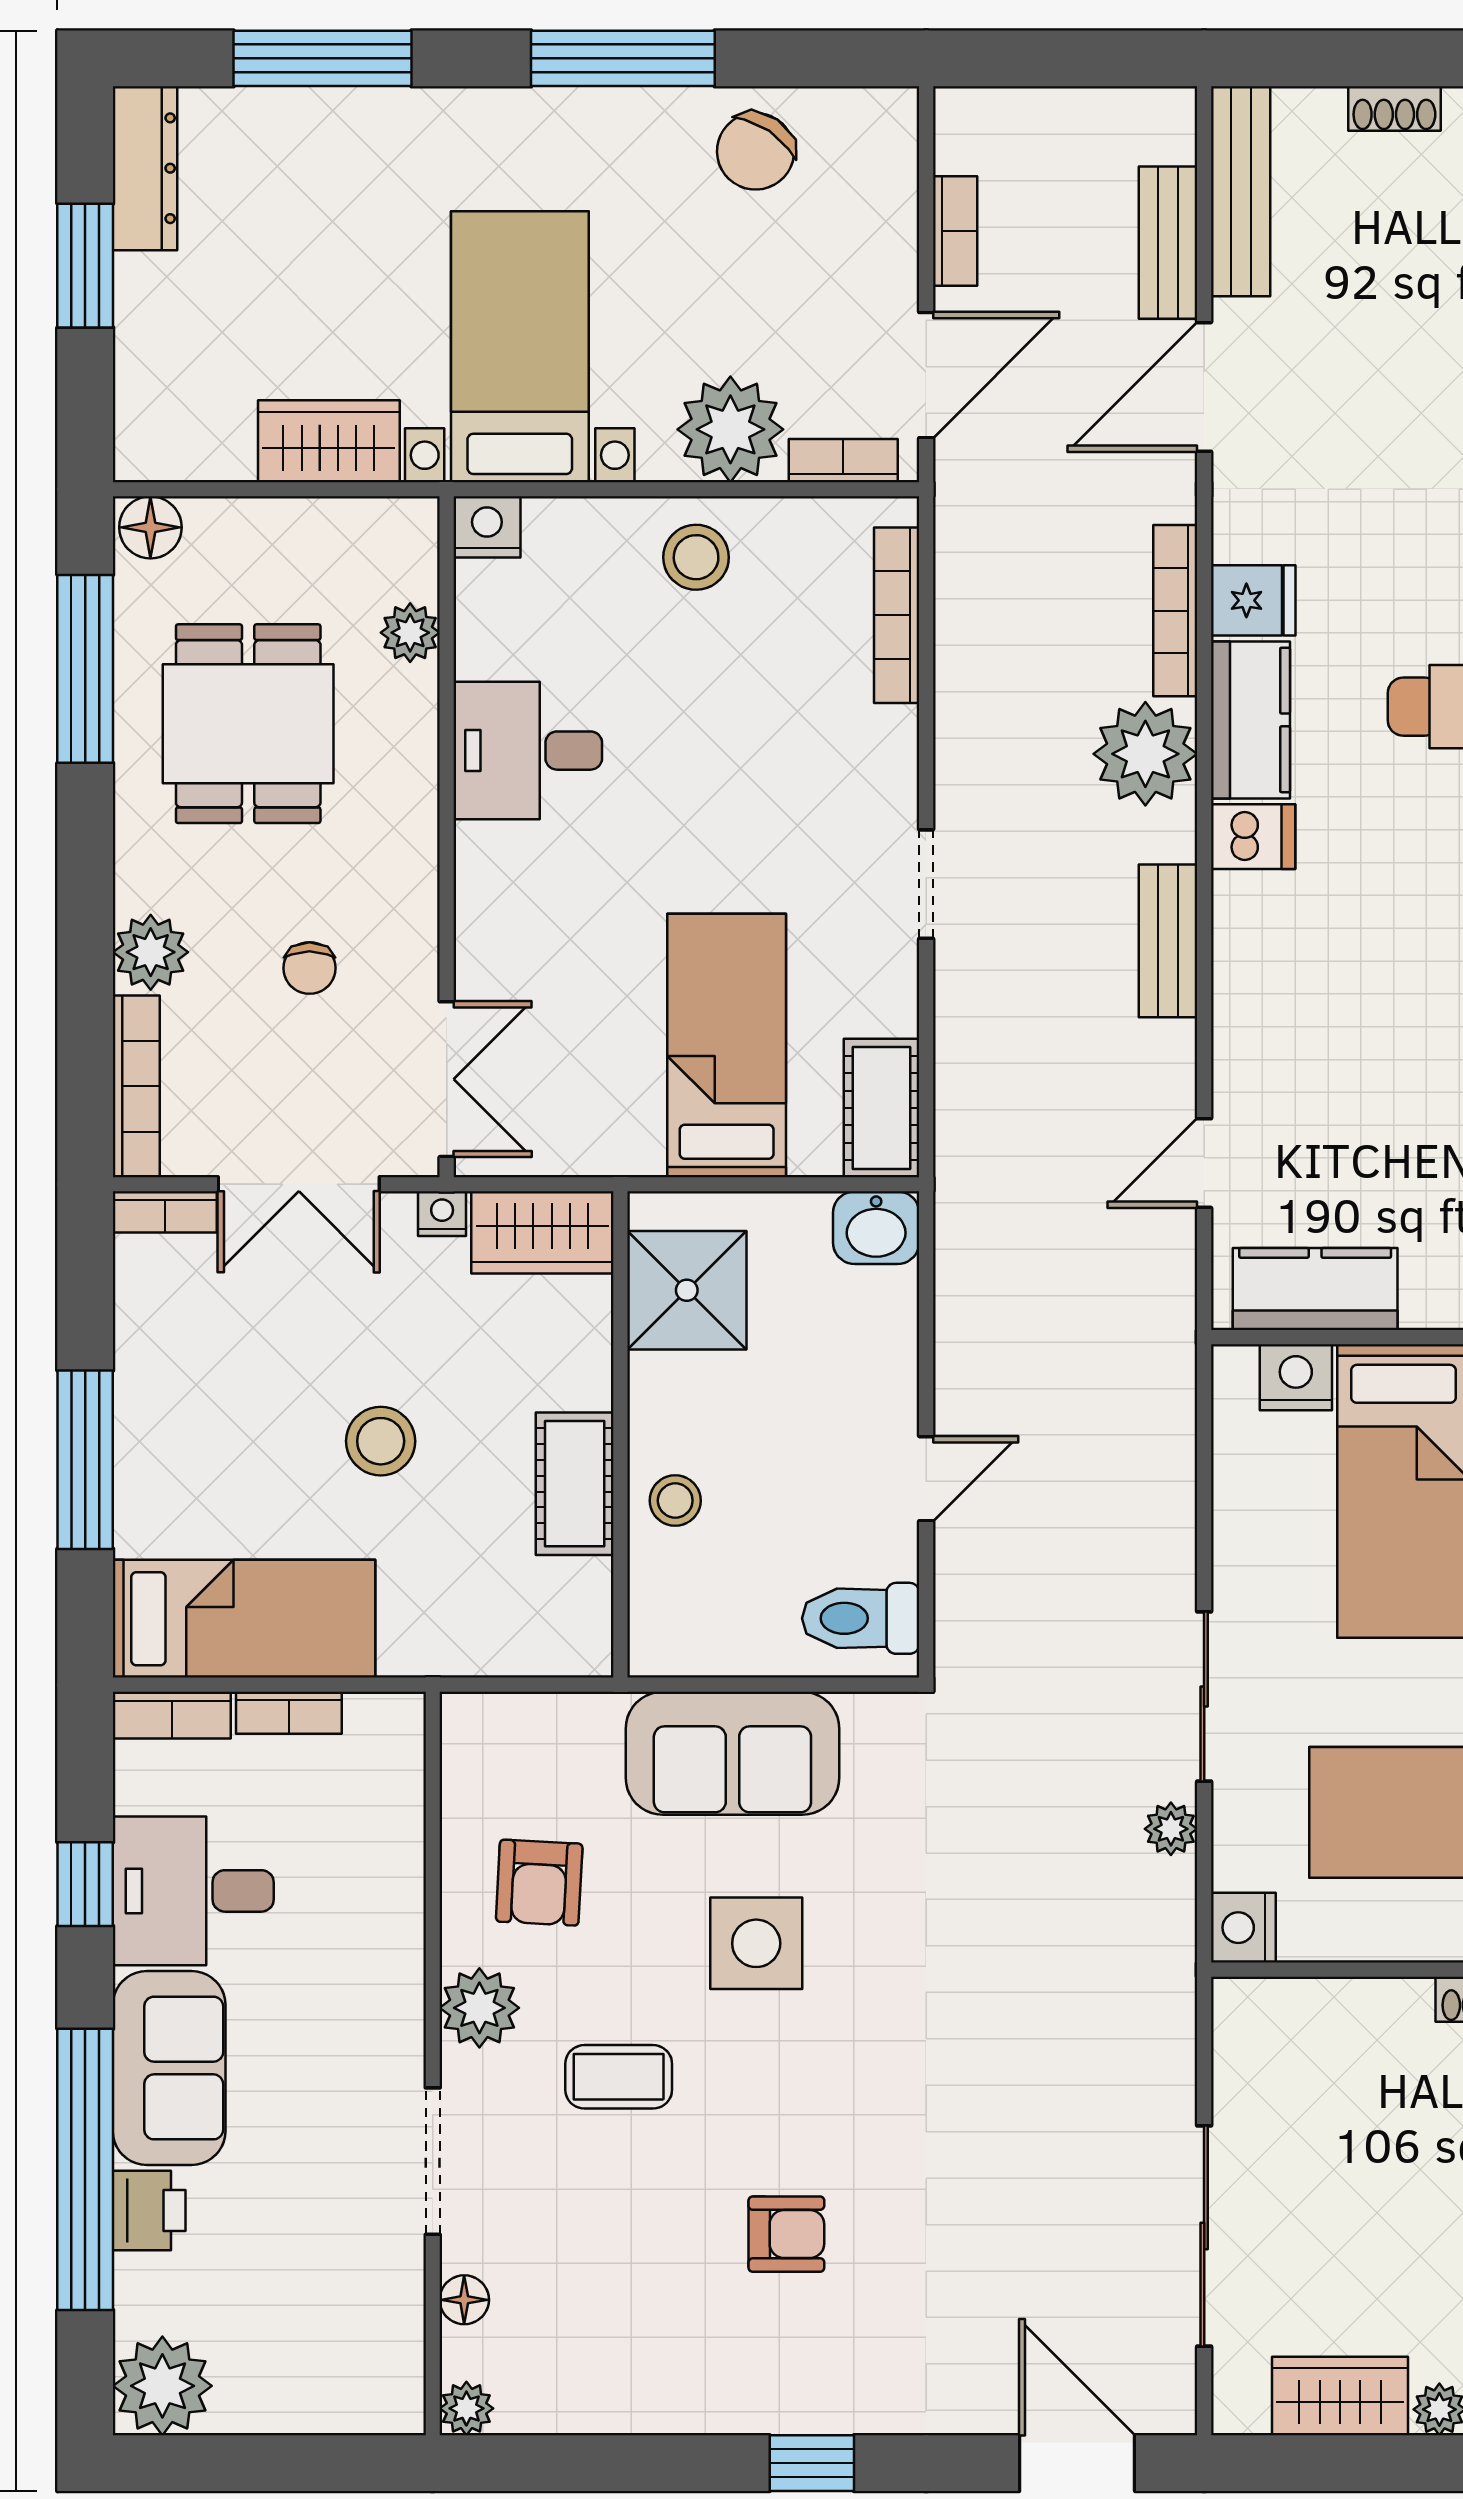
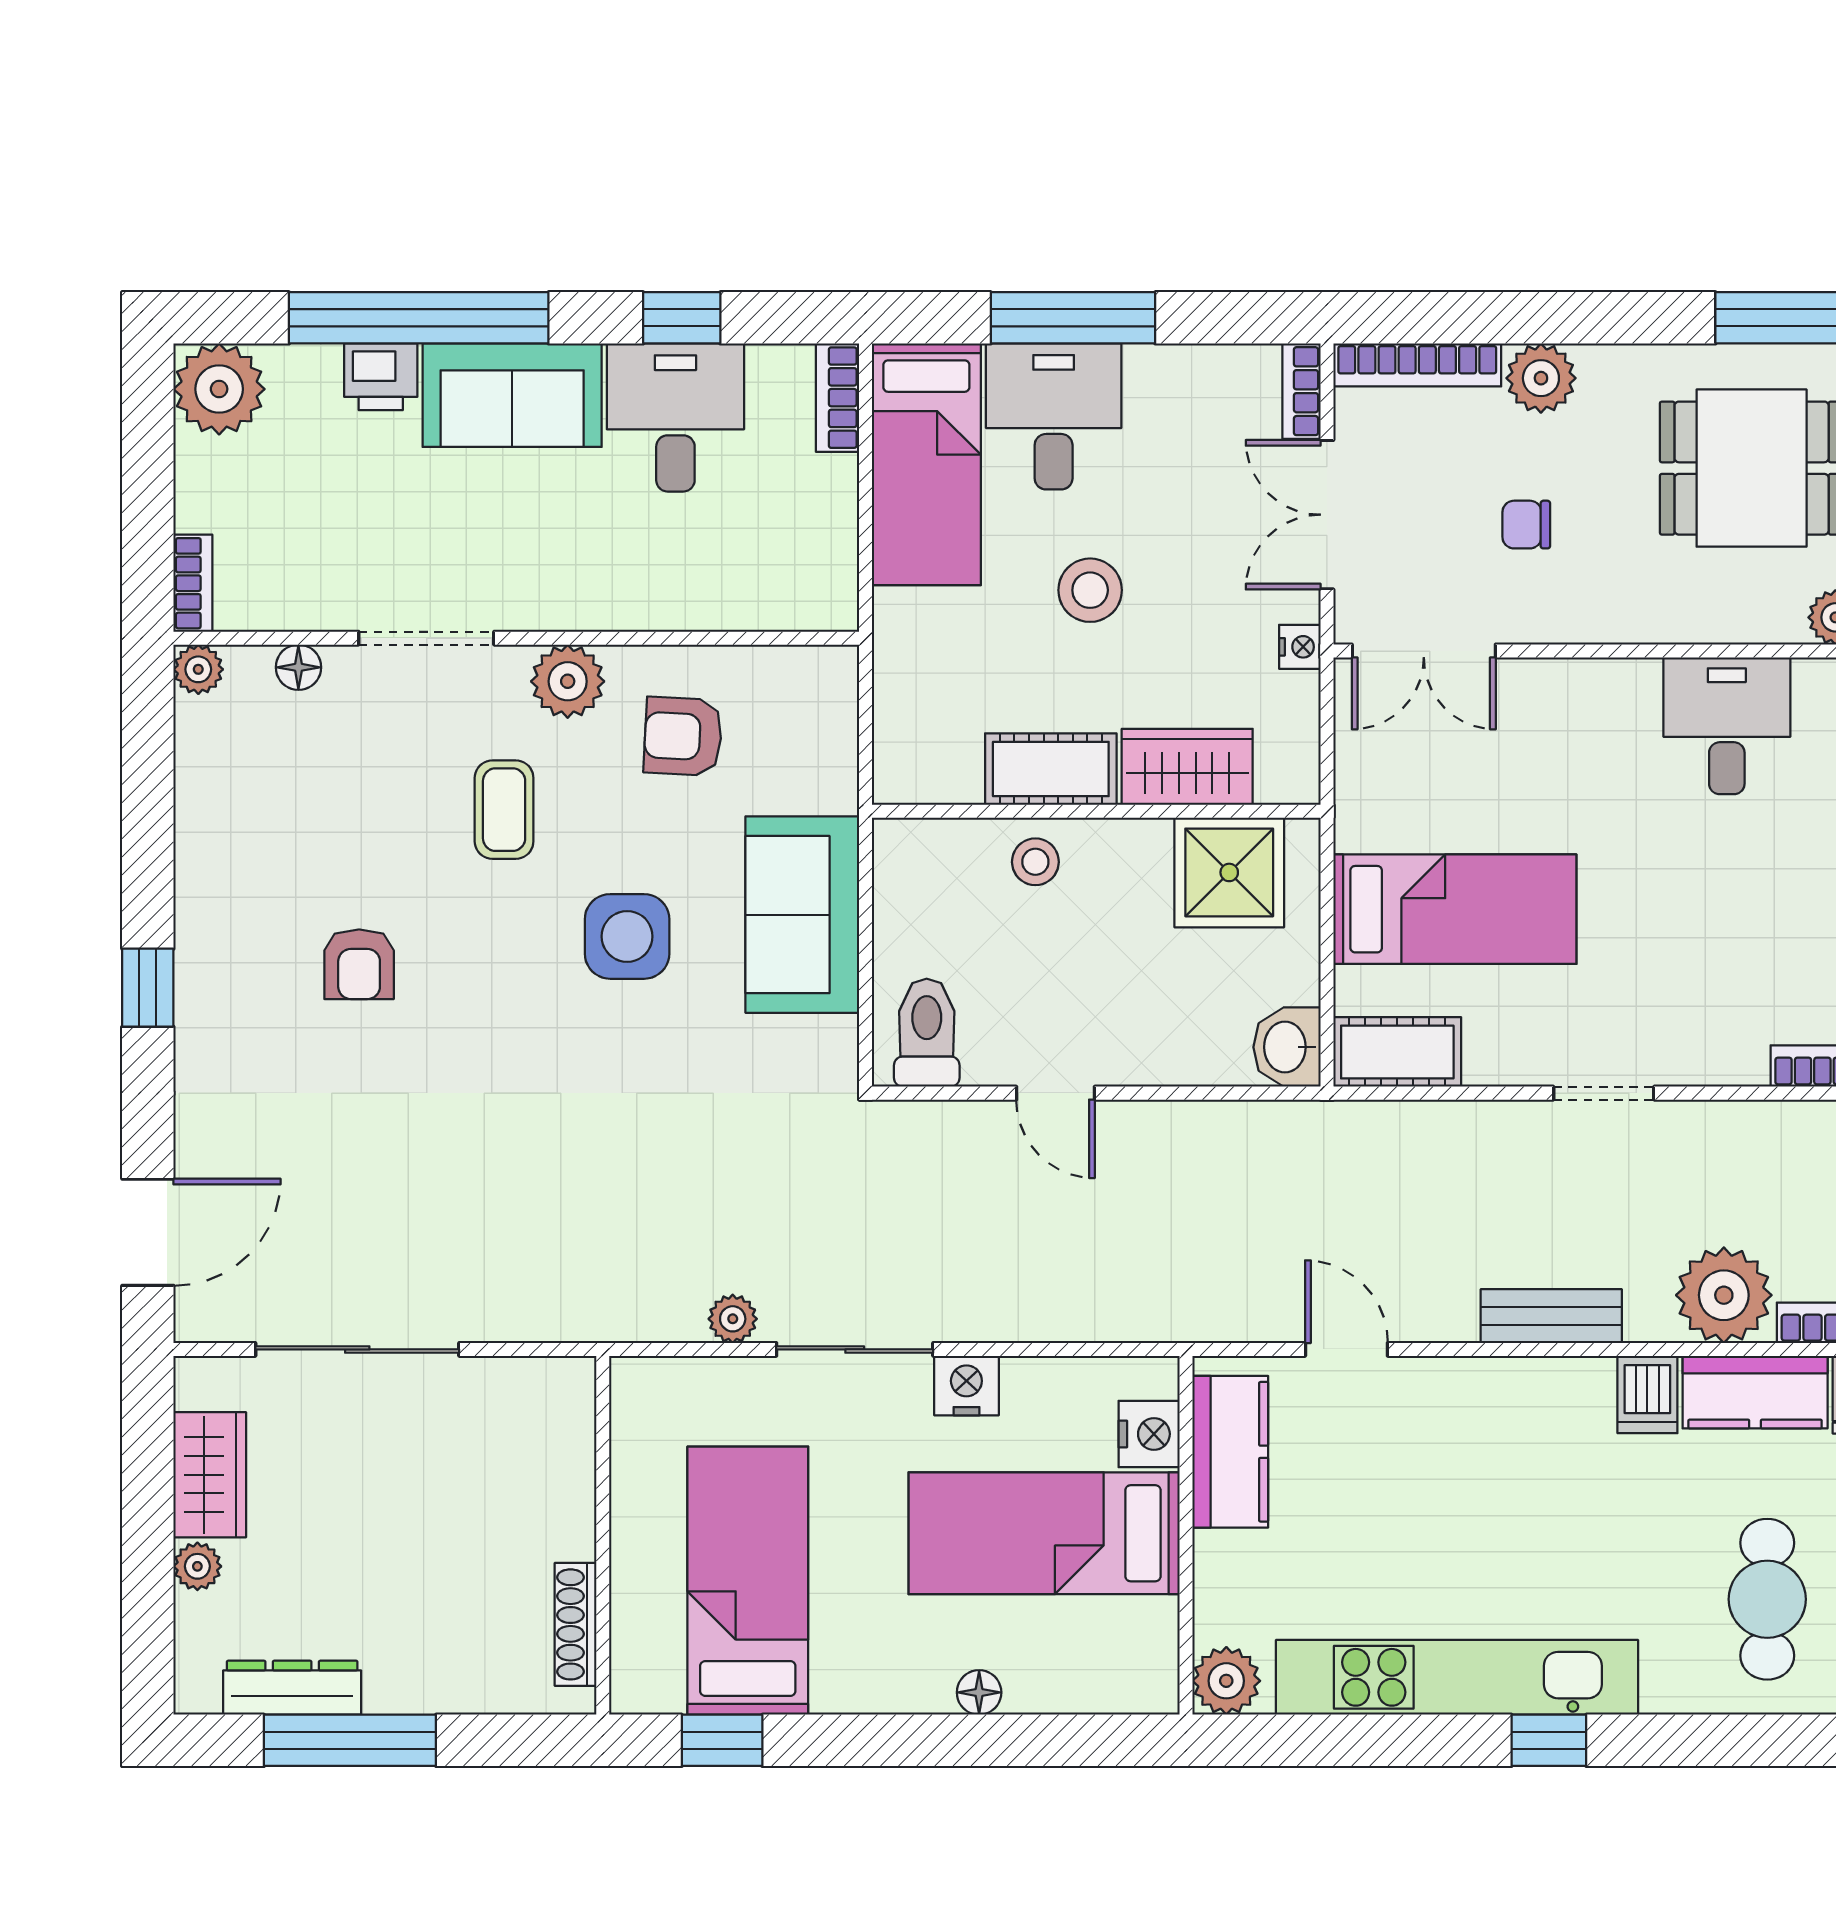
wardrobe: (542, 1232) -> (1187, 767), moved, turned 90
desk: (192, 1481) -> (1054, 416), added
bookcase: (289, 1713) -> (193, 583), moved, turned 180
nightstand: (1243, 1928) -> (966, 1386), moved

